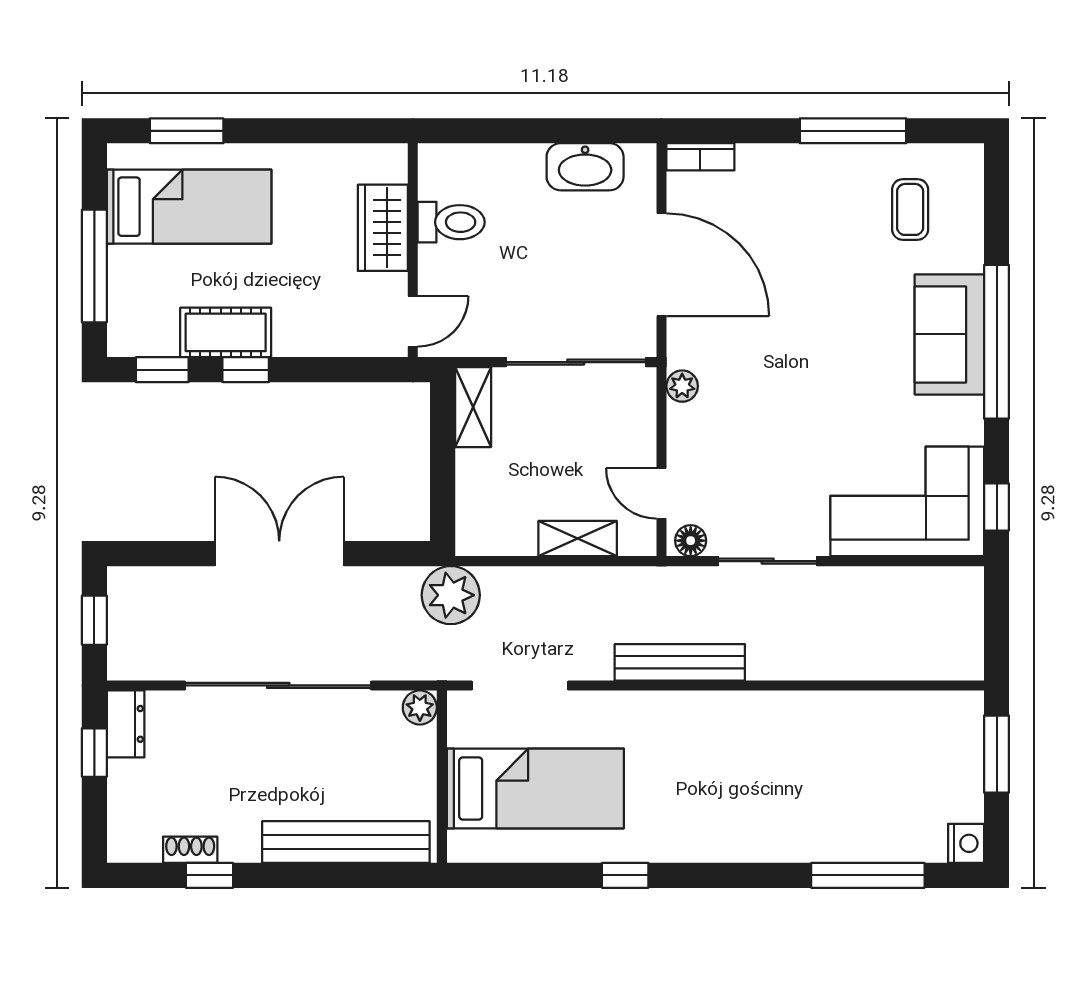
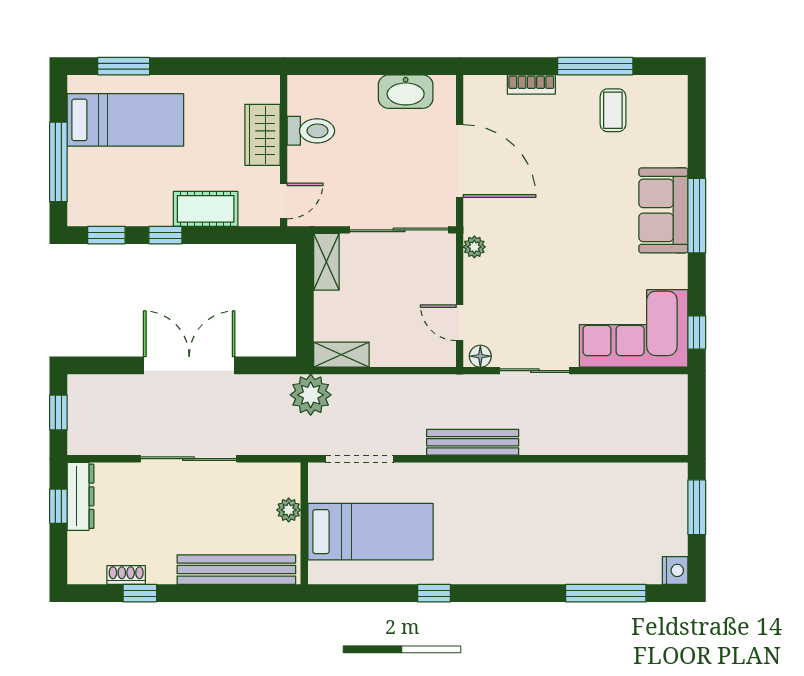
bookcase: (700, 157) -> (531, 85), moved
coffee table: (910, 209) -> (613, 110), moved
cot: (226, 332) -> (206, 209), moved
window: (997, 342) -> (697, 216), width x0.68
shelving: (578, 538) -> (341, 355), moved
sliding door: (278, 685) -> (188, 459), width x0.73
plant: (420, 707) -> (289, 510), moved
dresser: (126, 724) -> (81, 496), width x1.44

